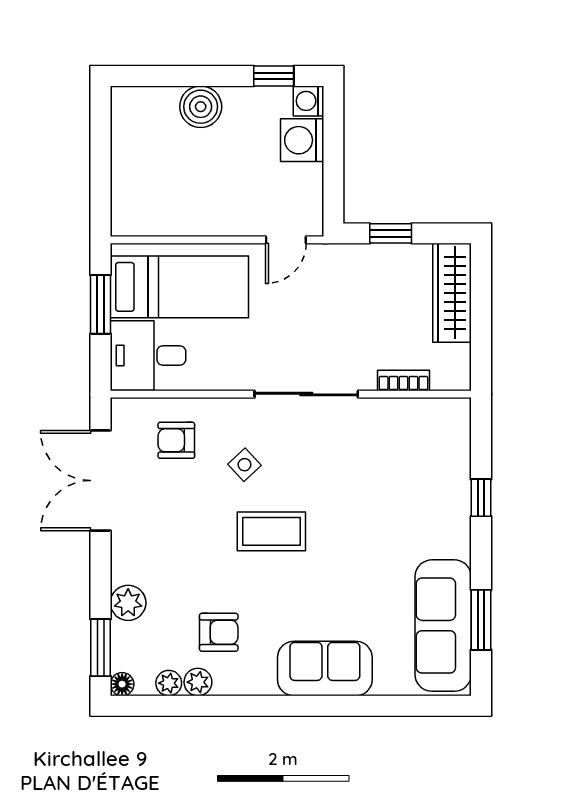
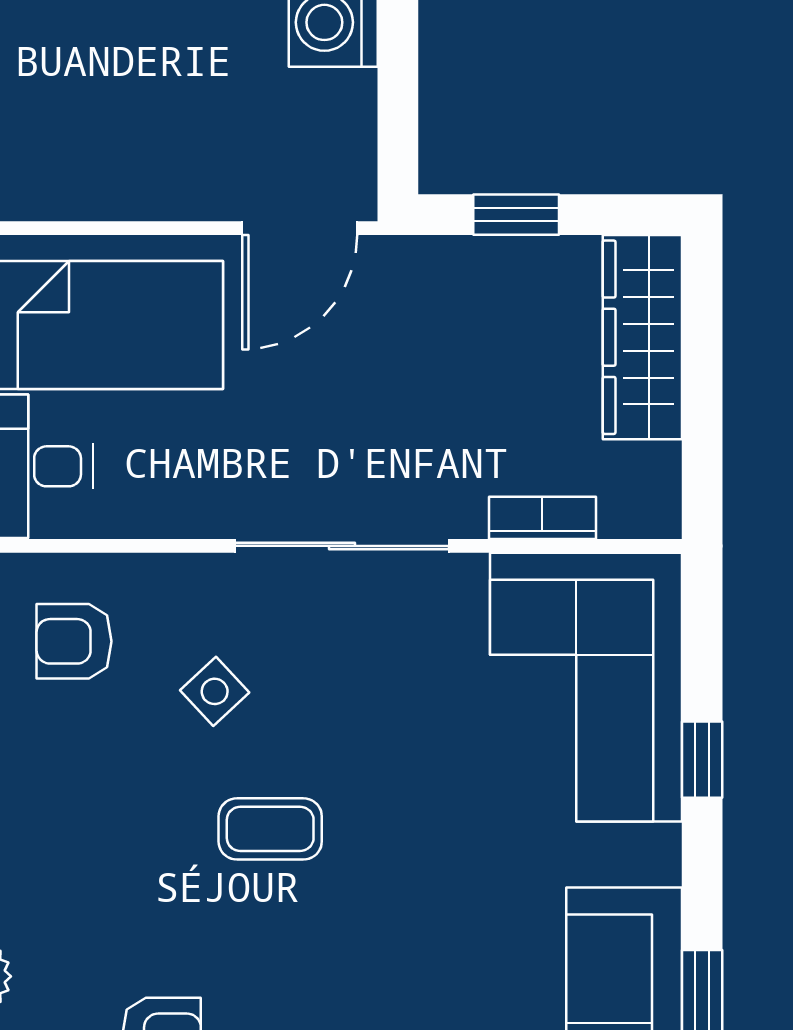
door: (286, 240) -> (300, 228), width x1.37
corner sofa: (425, 463) -> (586, 687), added
coffee table: (271, 531) -> (270, 829), width x0.73, depth x0.77

